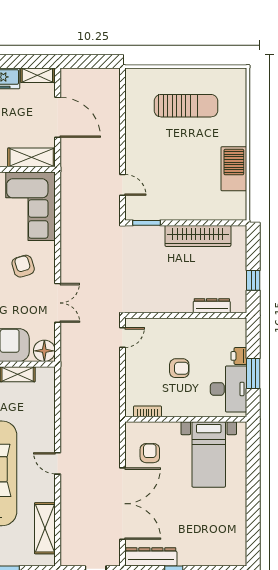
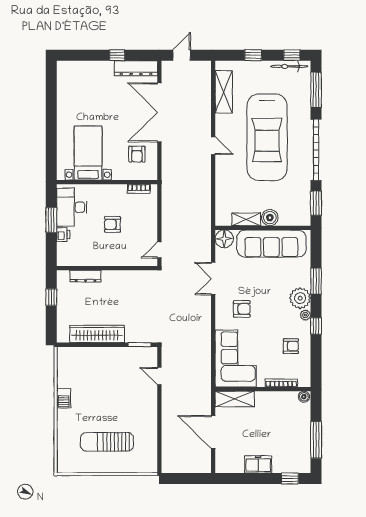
shelving: (37, 75) -> (230, 467), removed
barbecue: (234, 169) -> (64, 398), width x0.53, depth x0.65
armchair: (23, 266) -> (242, 309), turned -73

